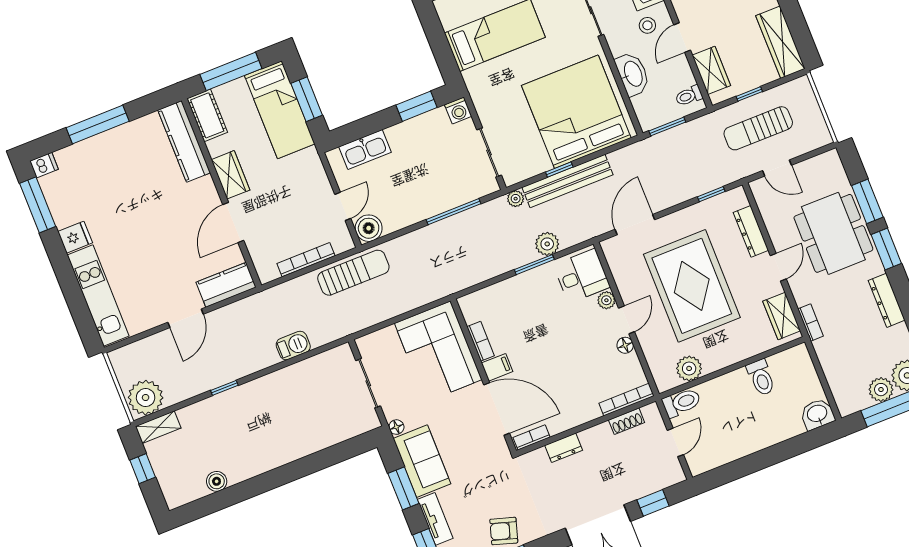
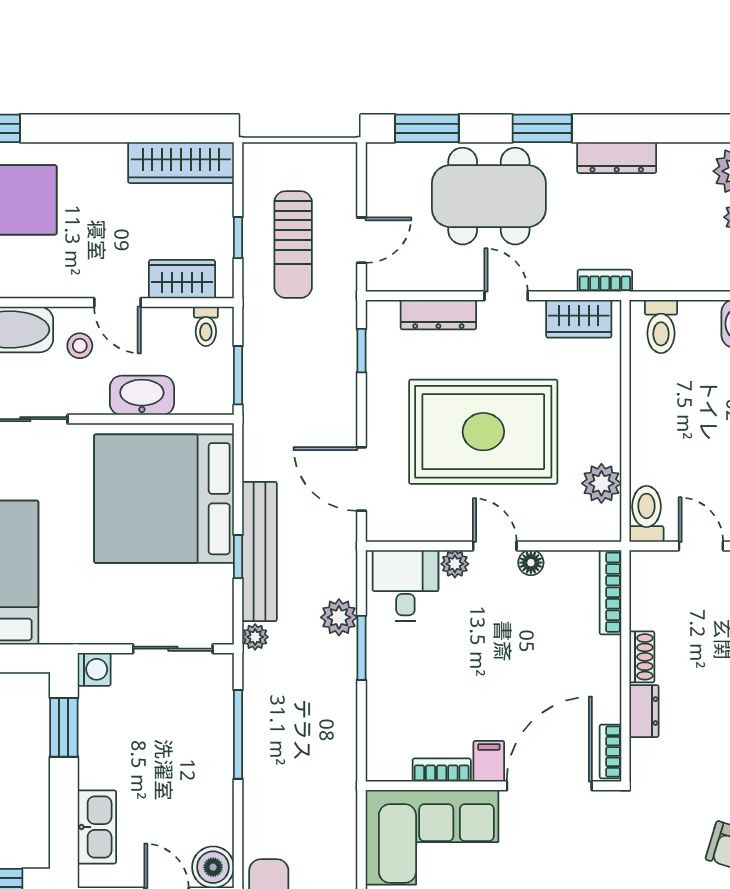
window: (867, 201) -> (427, 128), moved
toilet: (761, 378) -> (661, 326), moved, turned 90
shoe rack: (627, 421) -> (642, 657), moved

